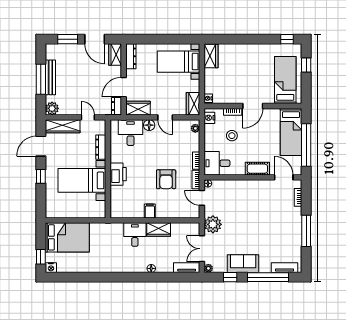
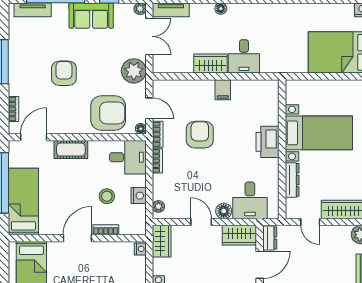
nightstand: (209, 118) -> (139, 196), moved
door: (284, 177) -> (34, 137), swing flipped
armchair: (231, 195) -> (108, 113), added
armchair: (262, 223) -> (64, 73), added

